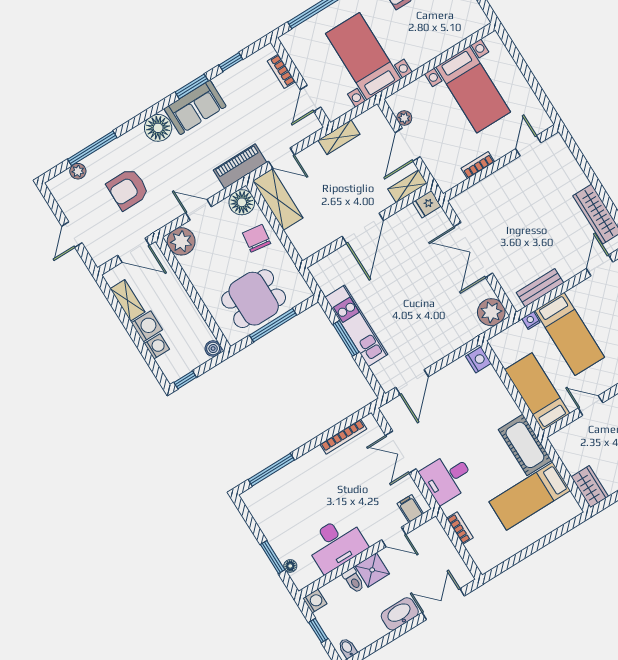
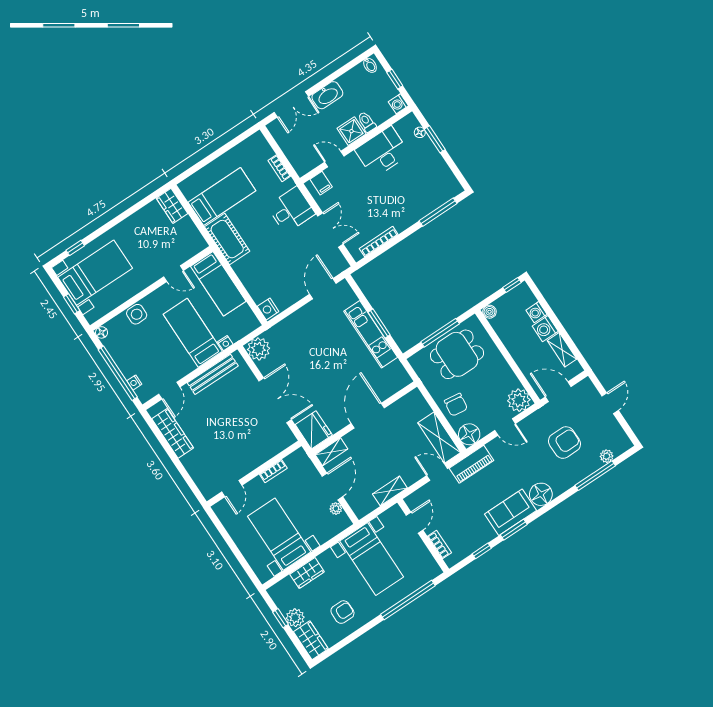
wardrobe: (441, 42) -> (307, 573), added
fridge: (427, 204) -> (314, 430), width x1.88, depth x1.34
bench: (540, 288) -> (213, 374), width x1.36

